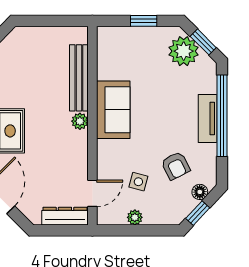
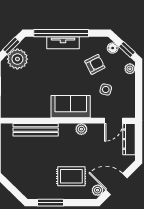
sofa: (113, 110) -> (71, 107), moved
plant: (80, 121) -> (81, 129), moved
door: (92, 193) -> (114, 121), swing flipped
plant: (135, 217) -> (130, 69), moved

